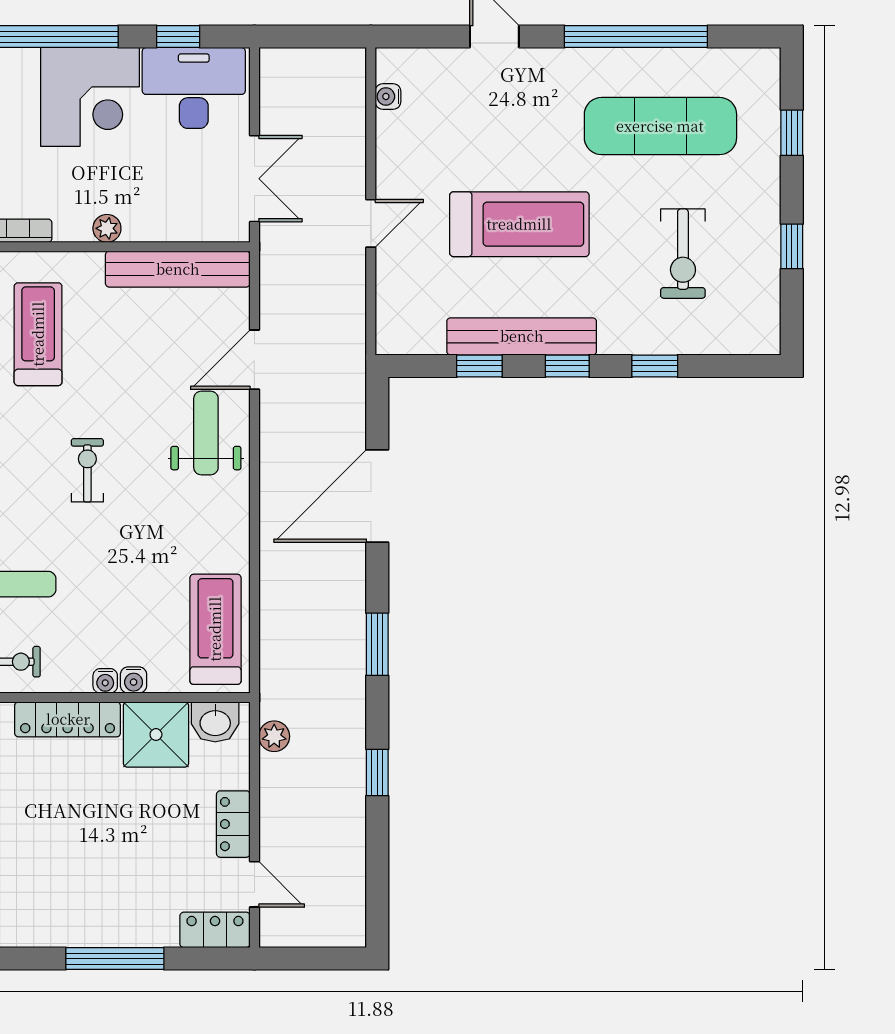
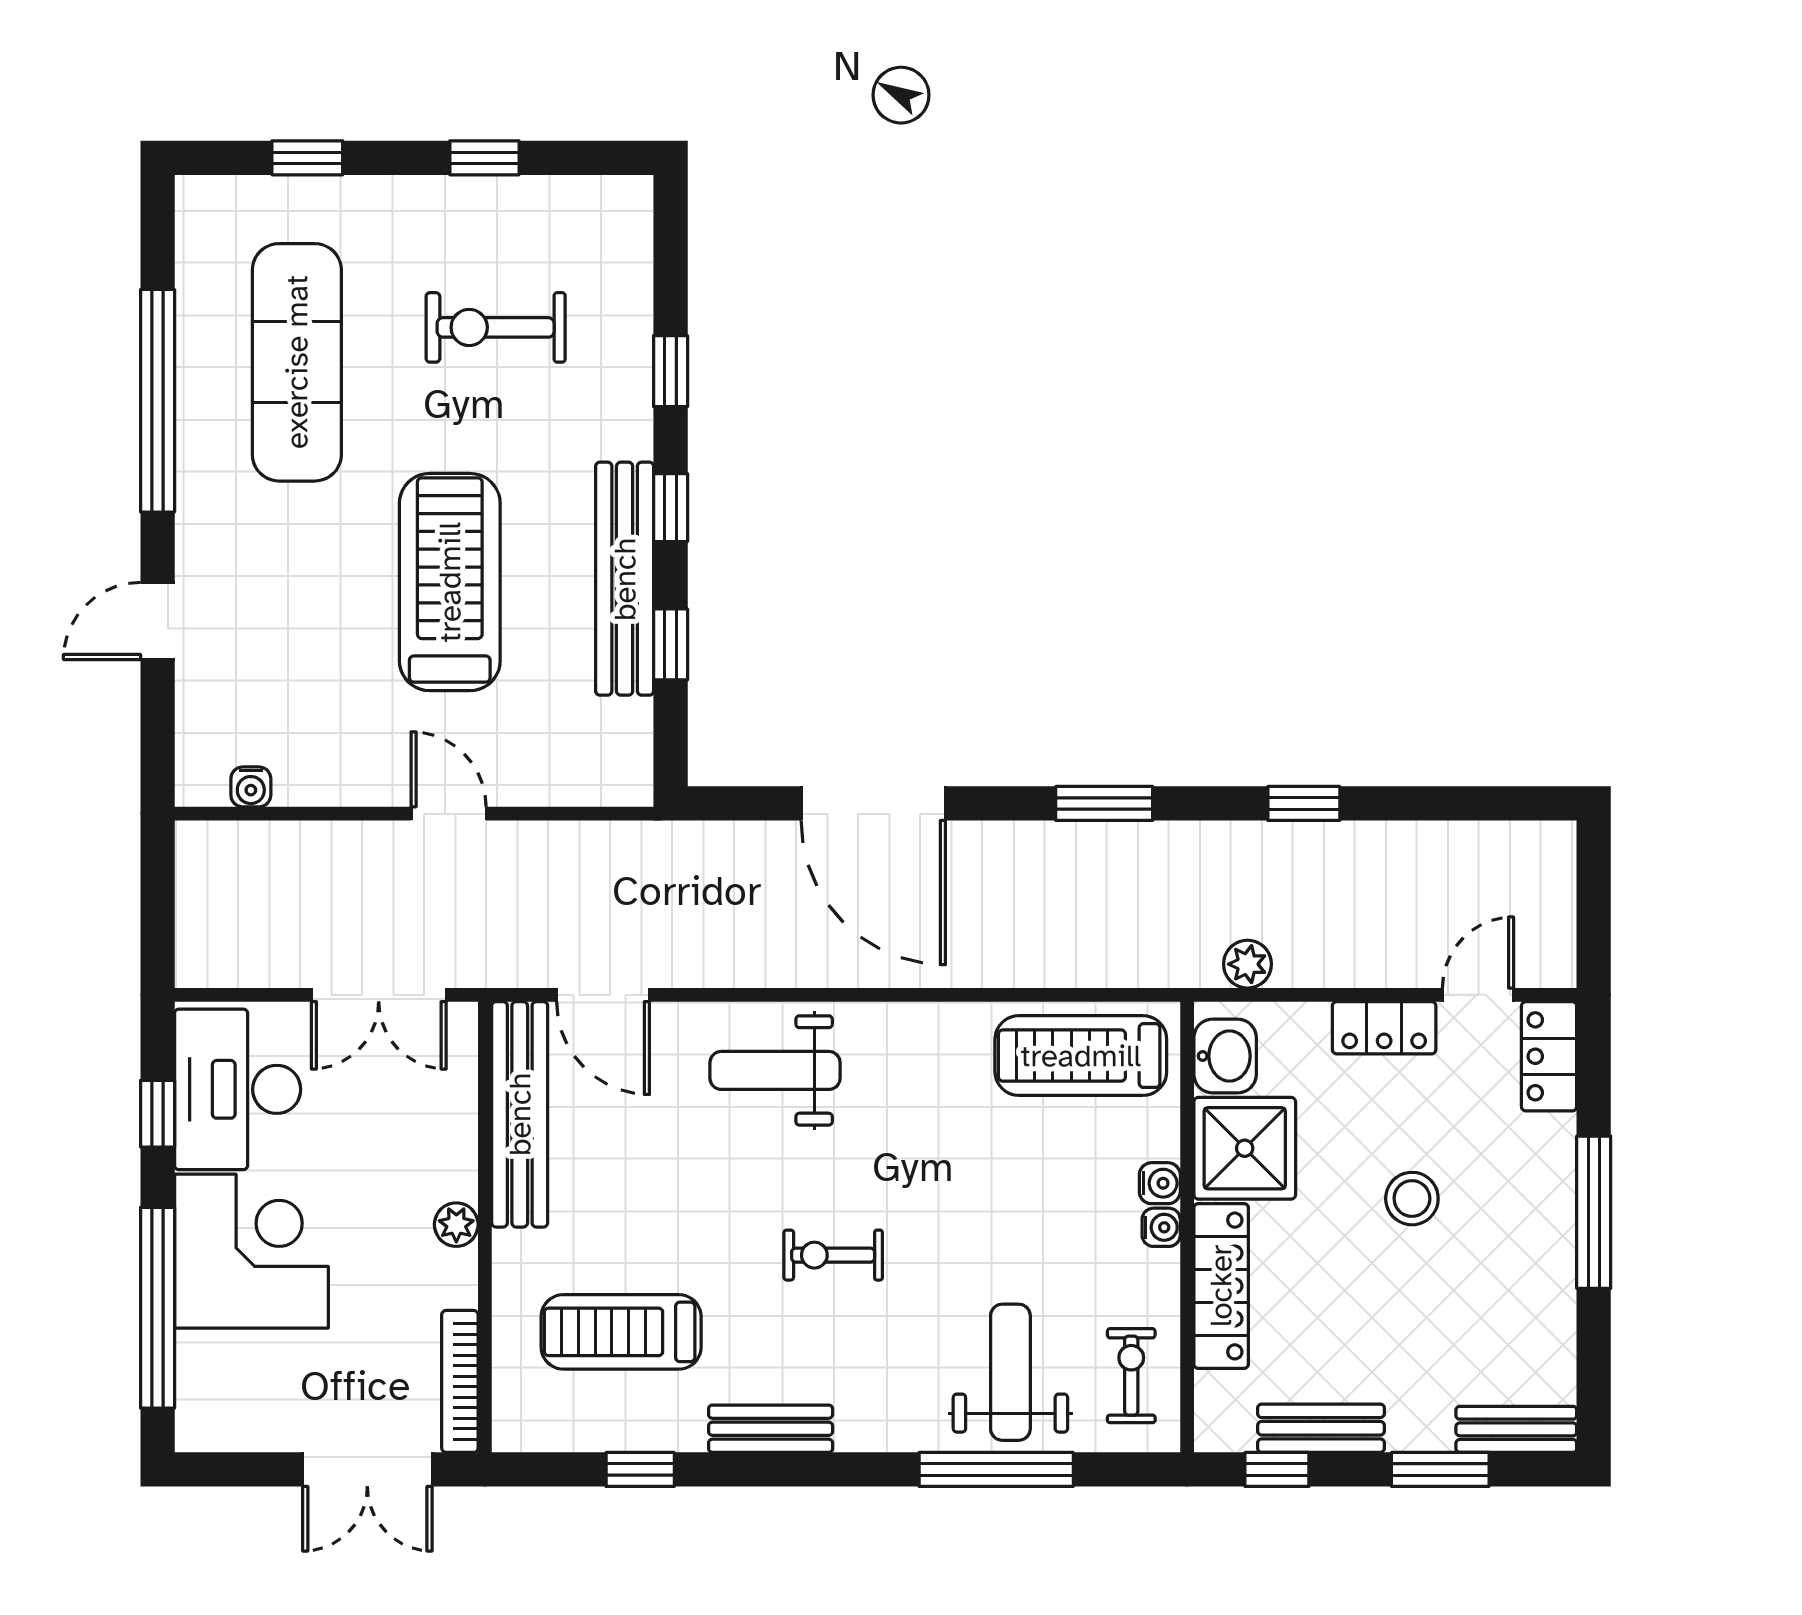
double door: (254, 179) -> (379, 995), swing flipped
exercise bike: (683, 254) -> (496, 327), turned 180
door: (254, 360) -> (603, 995), moved
stool: (124, 842) -> (1412, 1199), added

